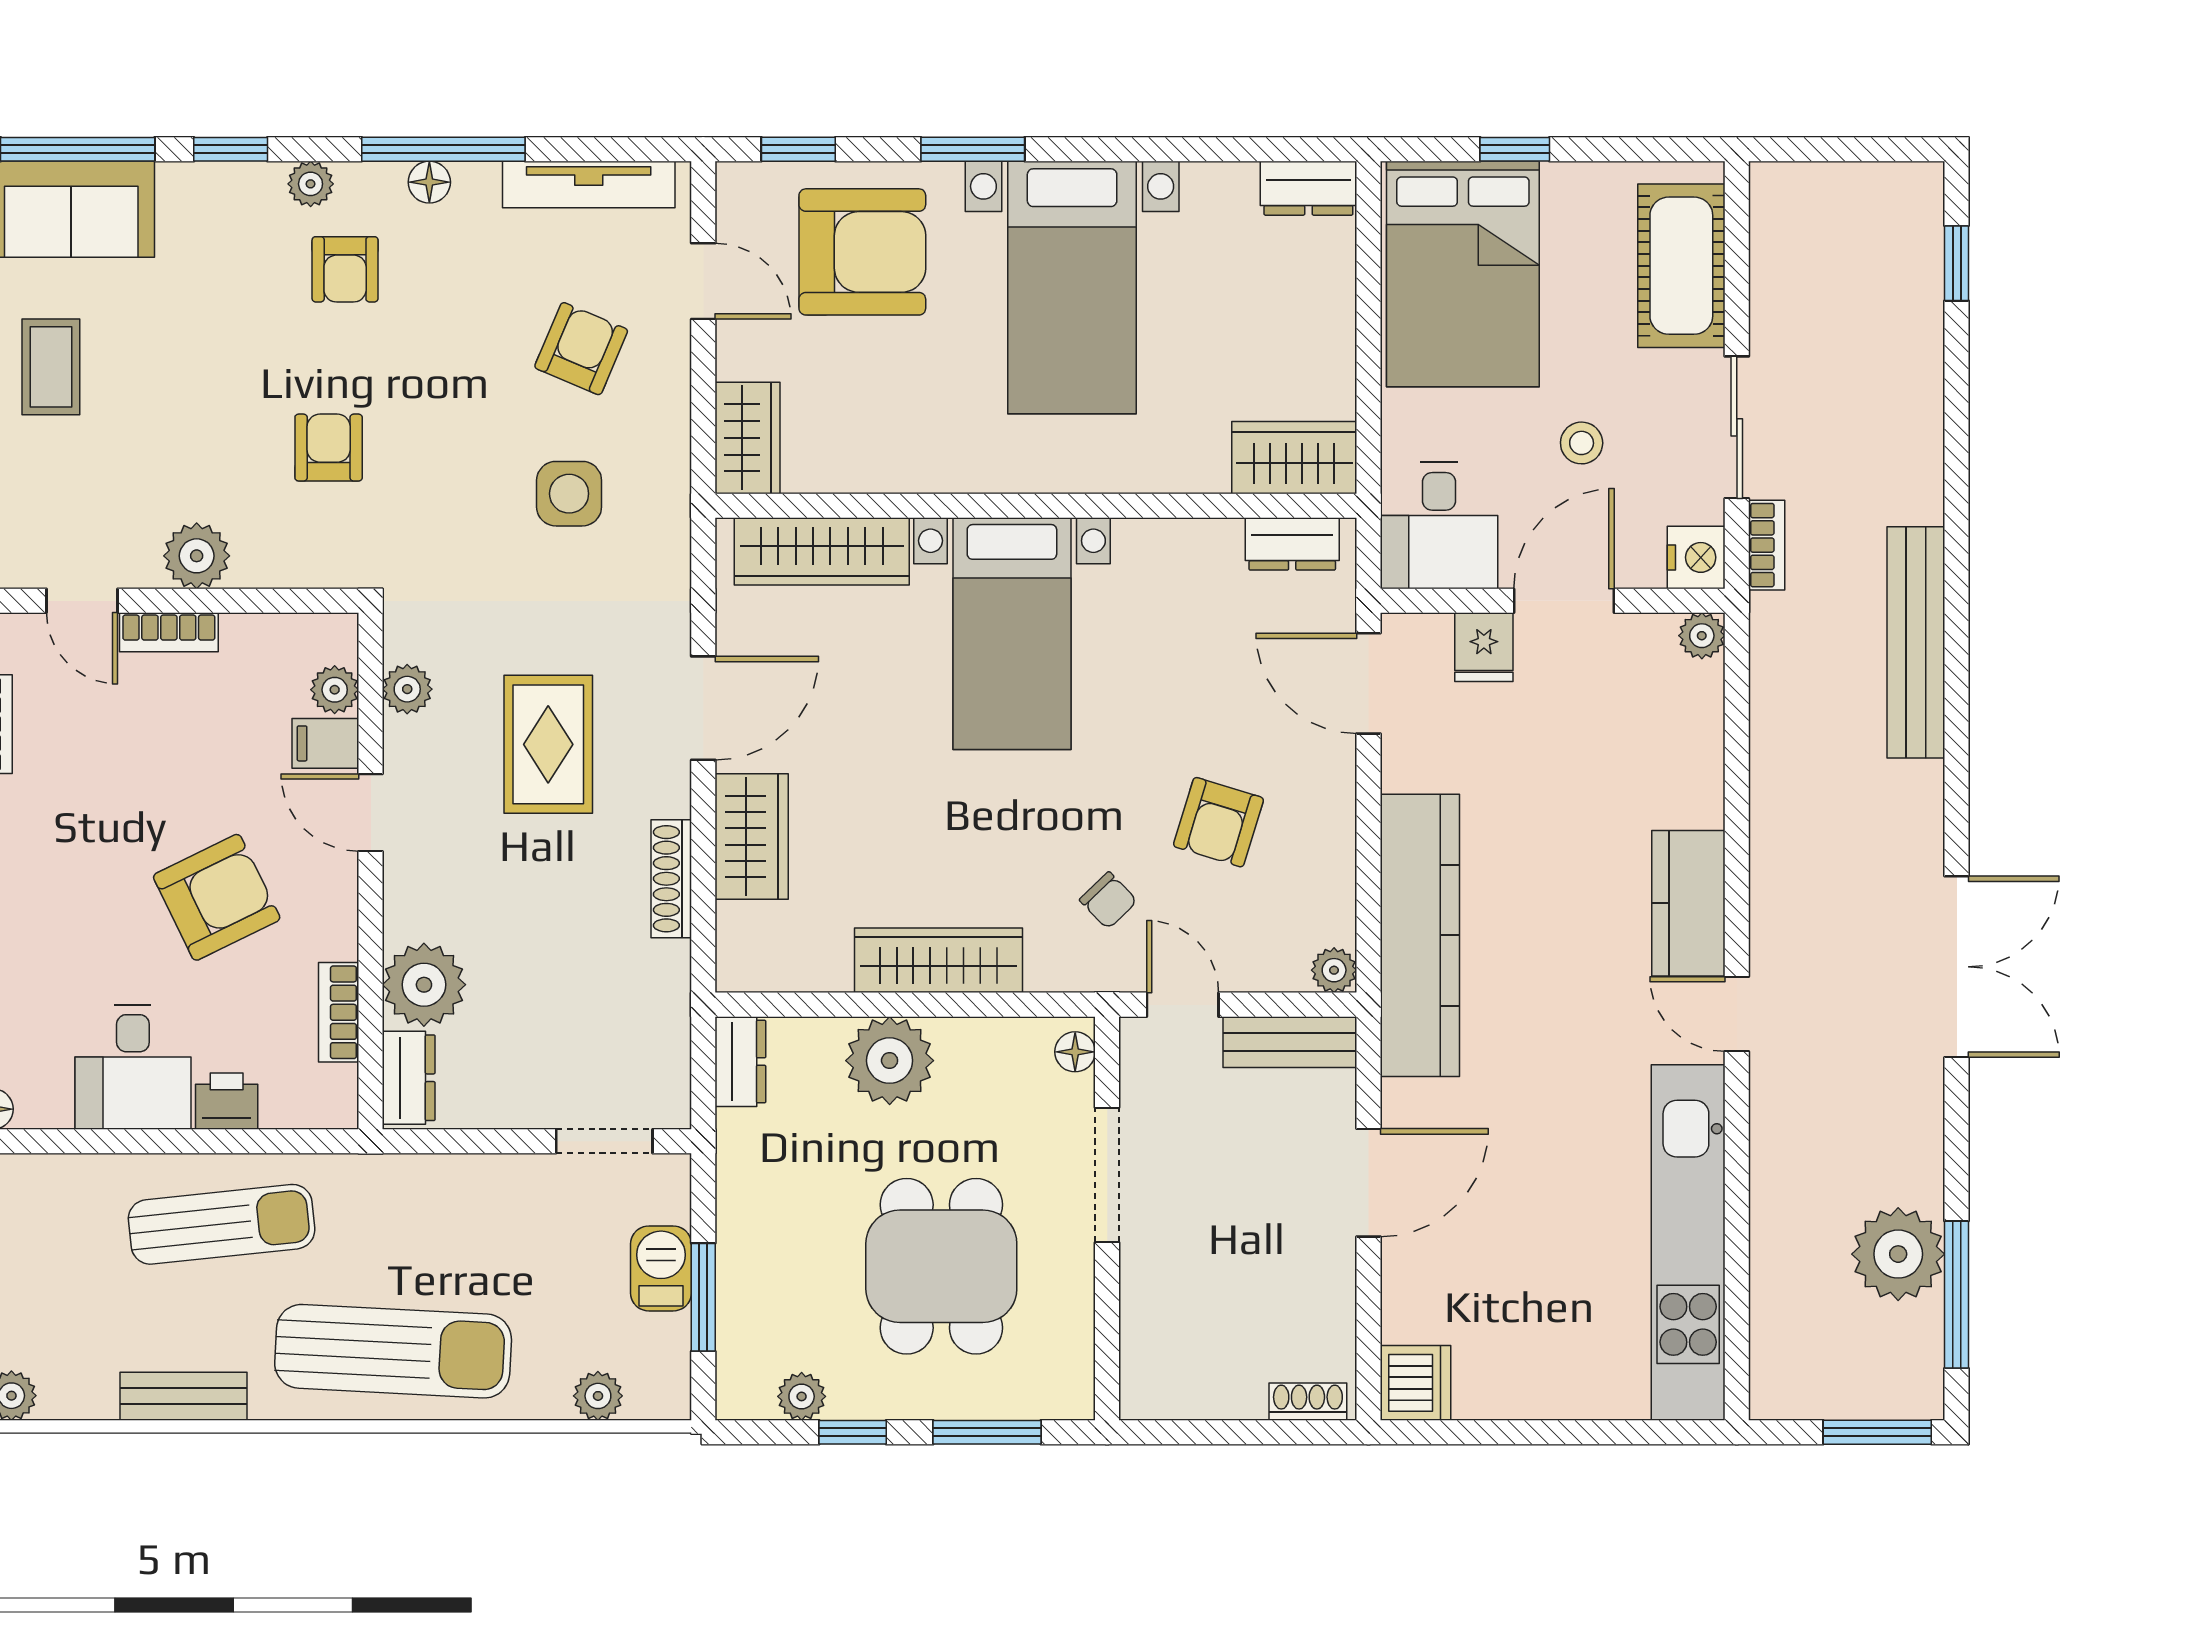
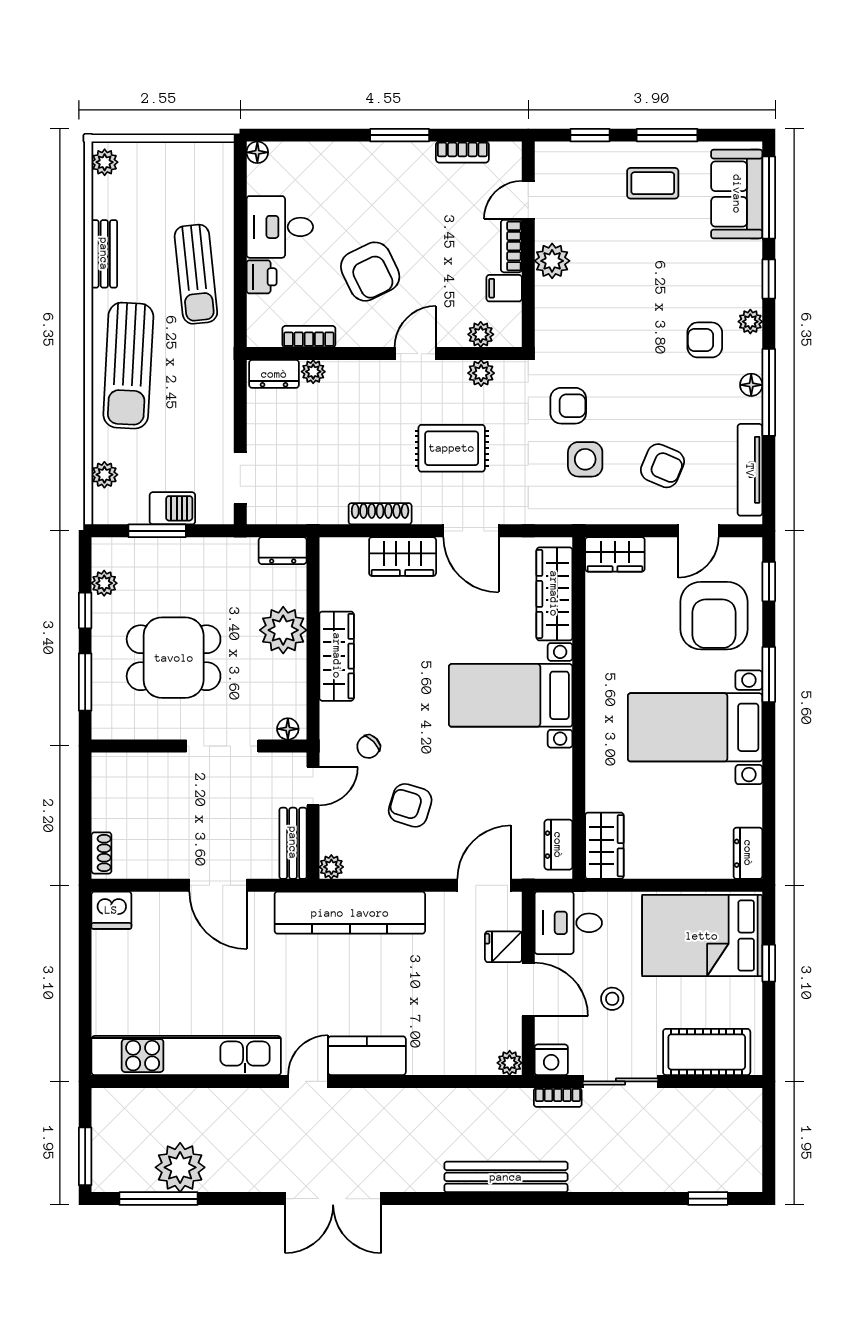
armchair: (329, 448) -> (568, 406), moved
filing cabinet: (325, 743) -> (504, 288), moved, turned -90
plant: (424, 985) -> (313, 372), width x0.53, depth x0.53

